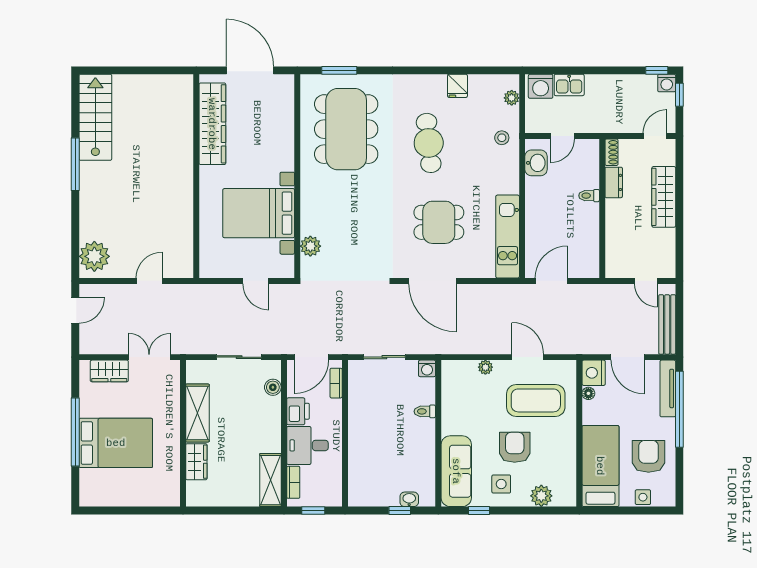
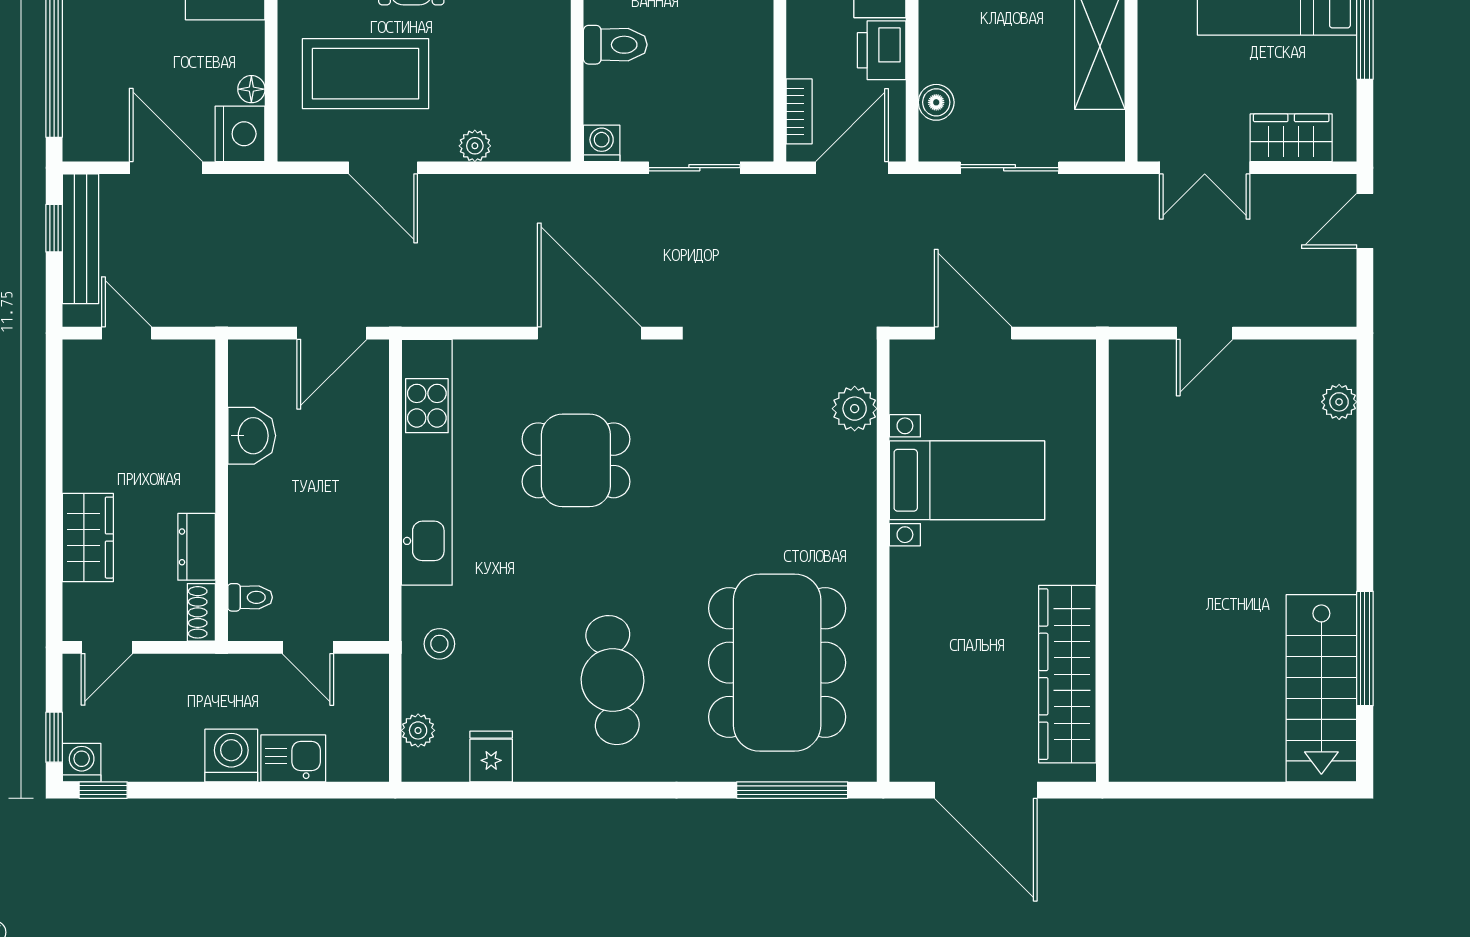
window: (339, 70) -> (792, 790), width x1.44
fridge: (457, 86) -> (491, 756), moved
washing machine: (541, 86) -> (231, 755), moved
door: (562, 136) -> (308, 647), swing flipped
cafe table: (429, 143) -> (613, 680), moved
washbasin: (536, 163) -> (252, 436), moved, turned 180
window: (75, 164) -> (1365, 648), moved
toilet: (589, 196) -> (250, 597), moved
wardrobe: (664, 197) -> (88, 538), width x0.67
bed with nightstands: (259, 213) -> (967, 480), width x0.73
kitchen unit: (508, 237) -> (427, 462), width x1.36
plant: (94, 256) -> (1339, 402), width x0.53, depth x0.53
door: (256, 281) -> (973, 333), width x1.38
door: (75, 310) -> (1365, 221), moved
window: (679, 329) -> (54, 228), added
tv unit: (668, 388) -> (79, 100), removed
toilet: (425, 411) -> (615, 45), width x1.37, depth x1.39

